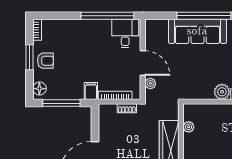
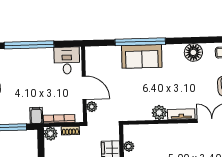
window: (107, 16) -> (29, 45), moved
sofa: (197, 31) -> (142, 56), width x0.73
plant: (106, 111) -> (51, 134), added

